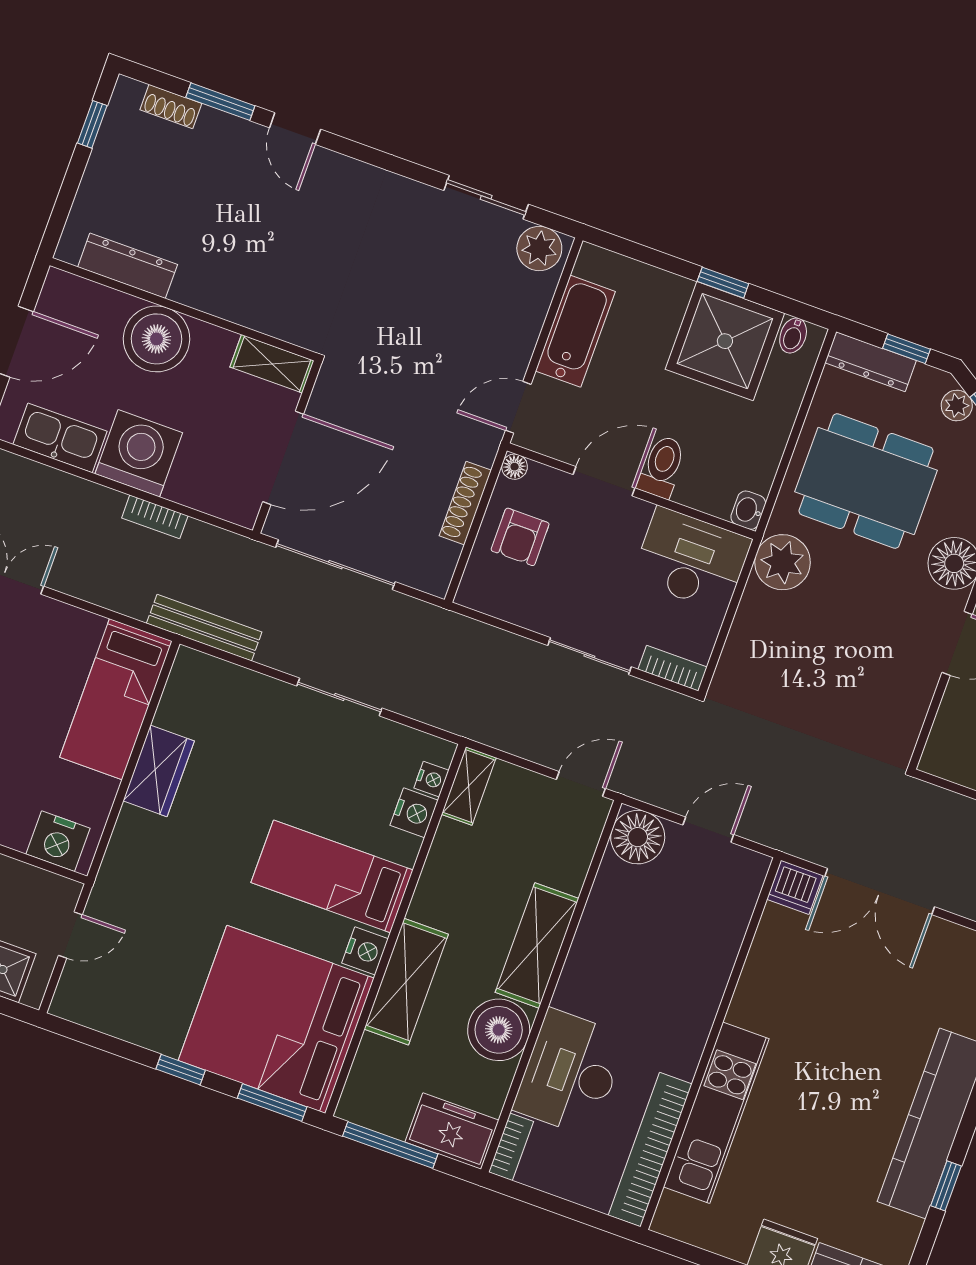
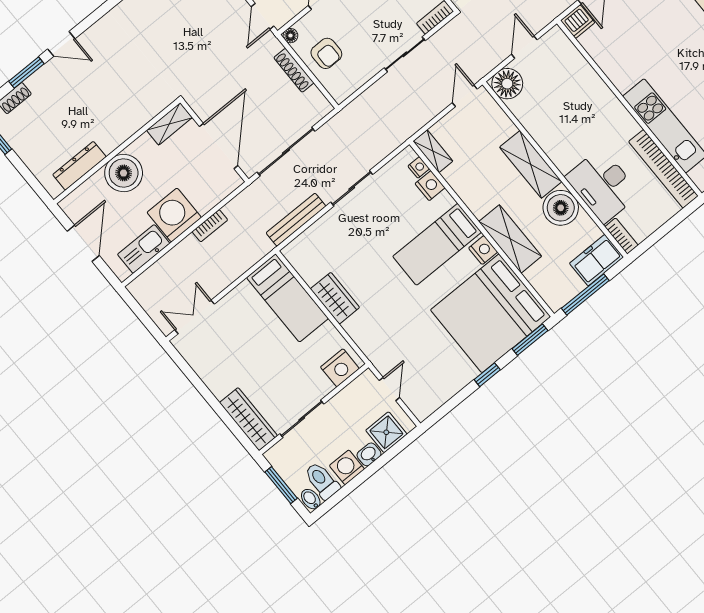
bench: (204, 628) -> (296, 220), moved

